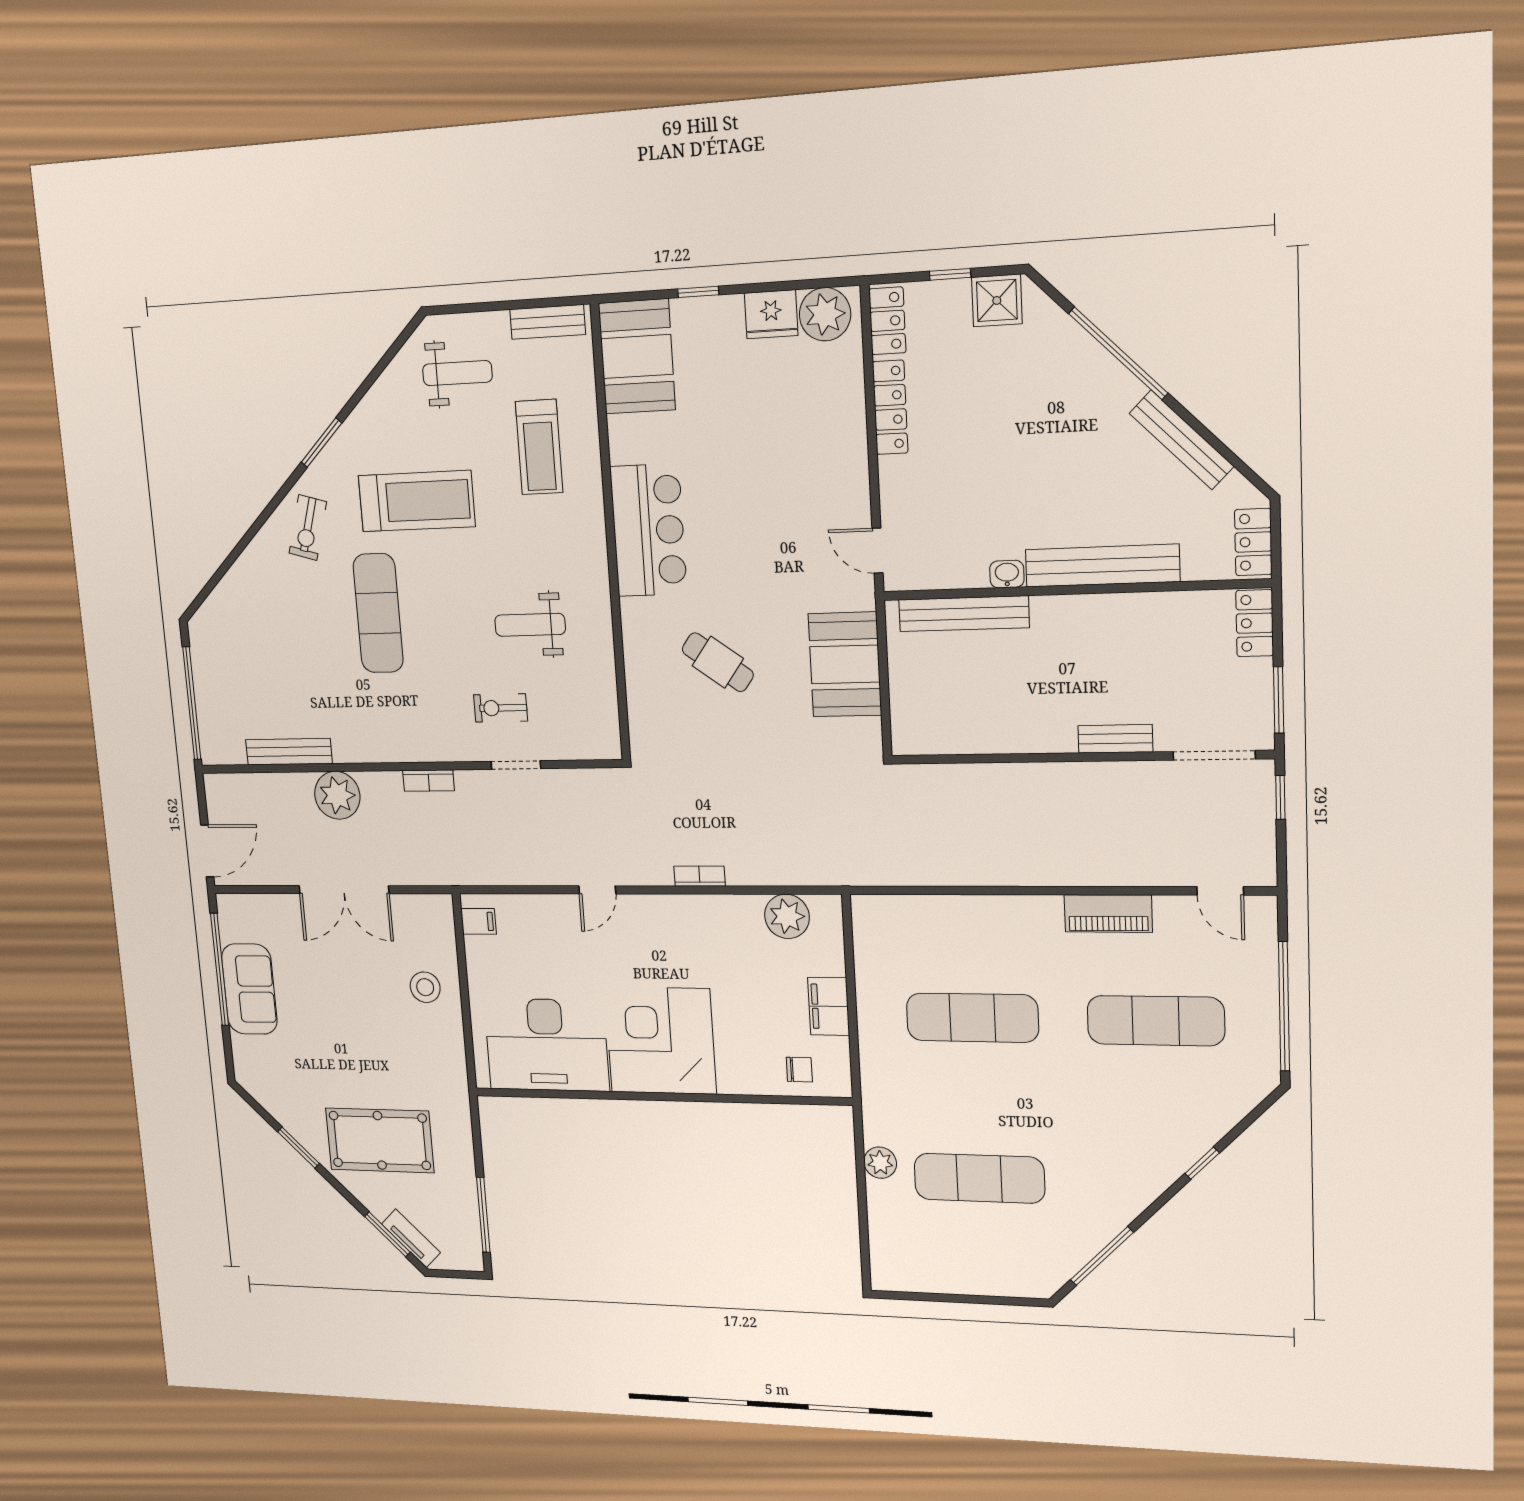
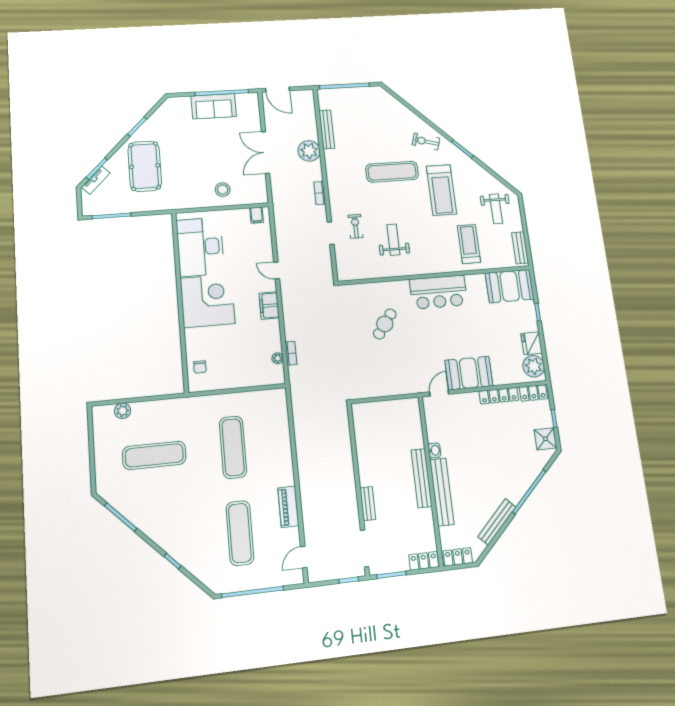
treadmill: (539, 447) -> (469, 244), turned 90
bench: (964, 614) -> (421, 478), moved
booth: (845, 664) -> (469, 373), moved
bookcase: (700, 876) -> (291, 353), moved
plant: (787, 916) -> (278, 358), width x0.53, depth x0.53
filing cabinet: (829, 1006) -> (269, 306), moved, turned -90
plant: (880, 1163) -> (123, 411), moved
exercise mat: (979, 1178) -> (154, 455), turned 90

